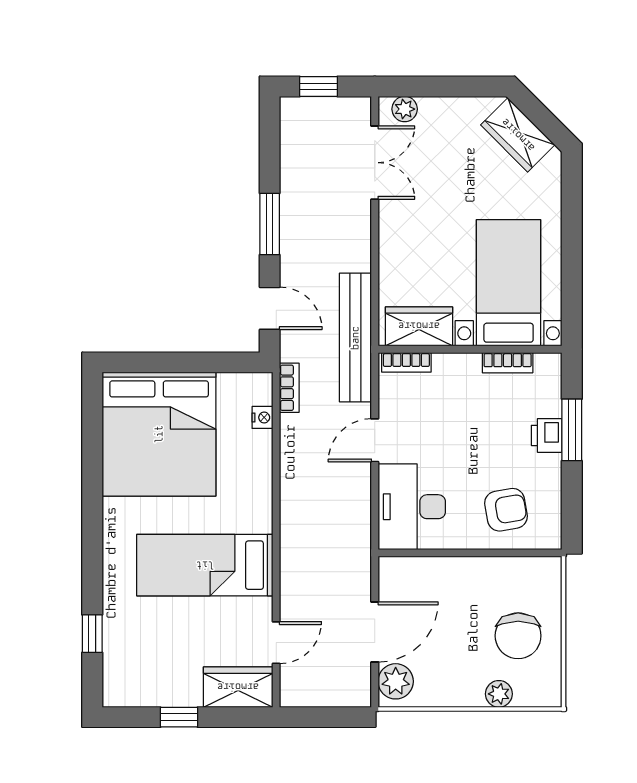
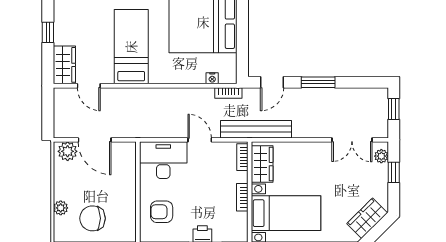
window: (434, 86) -> (394, 172), added
bookcase: (508, 363) -> (242, 197), moved
armchair: (506, 510) -> (162, 212), turned 100

